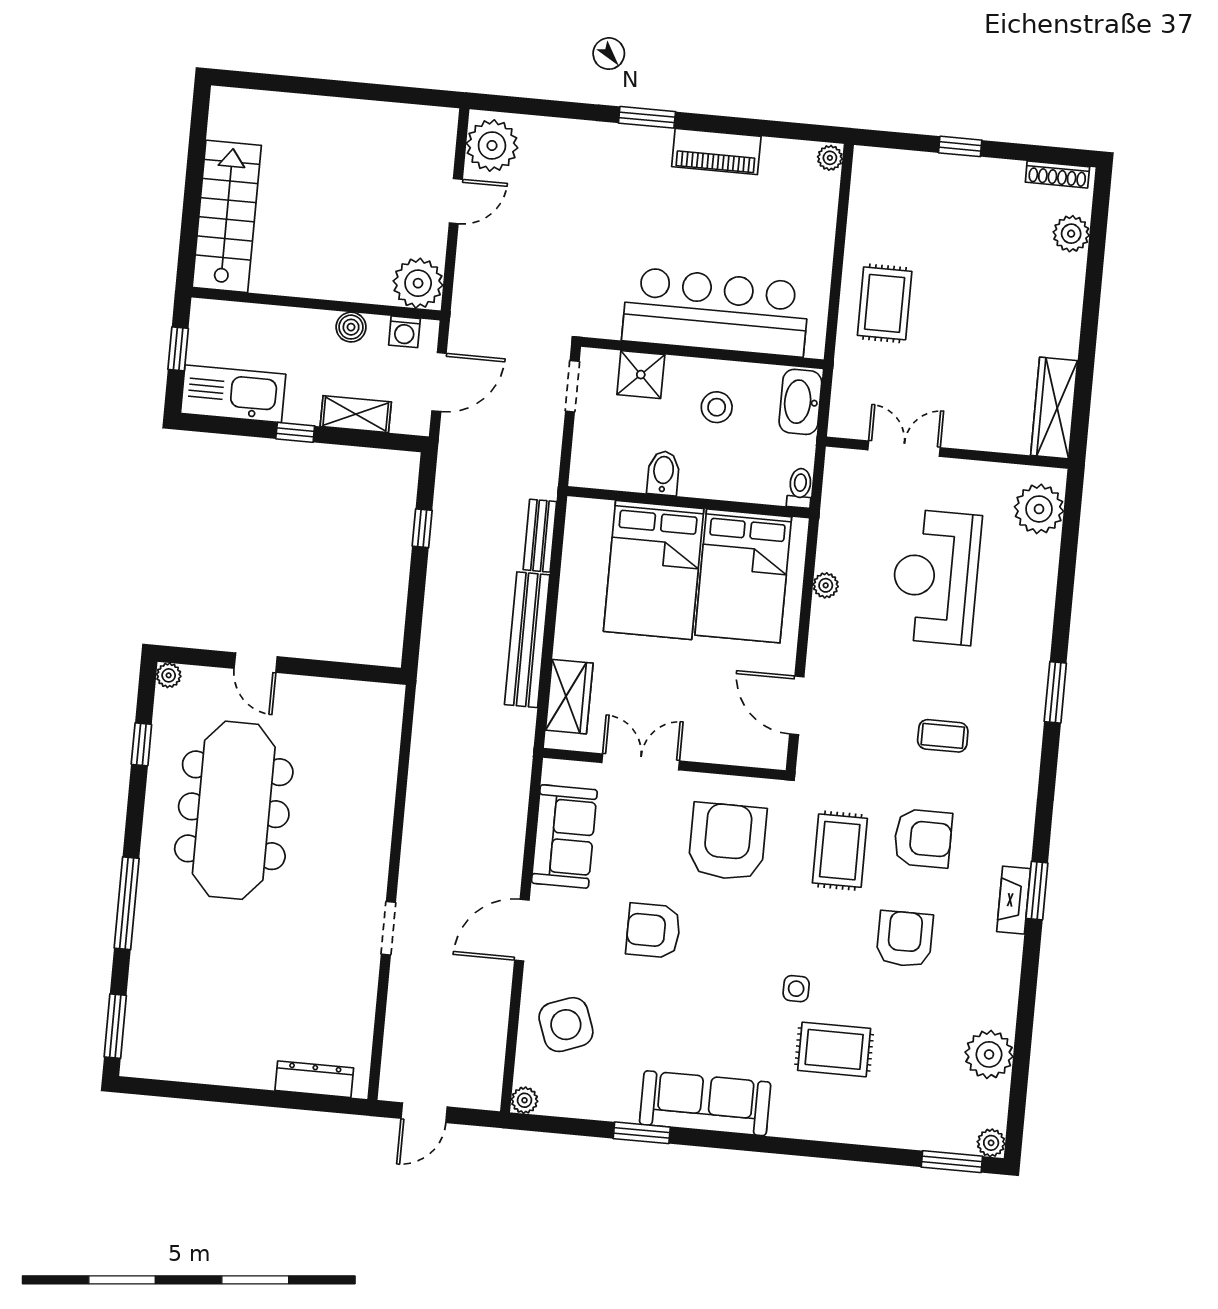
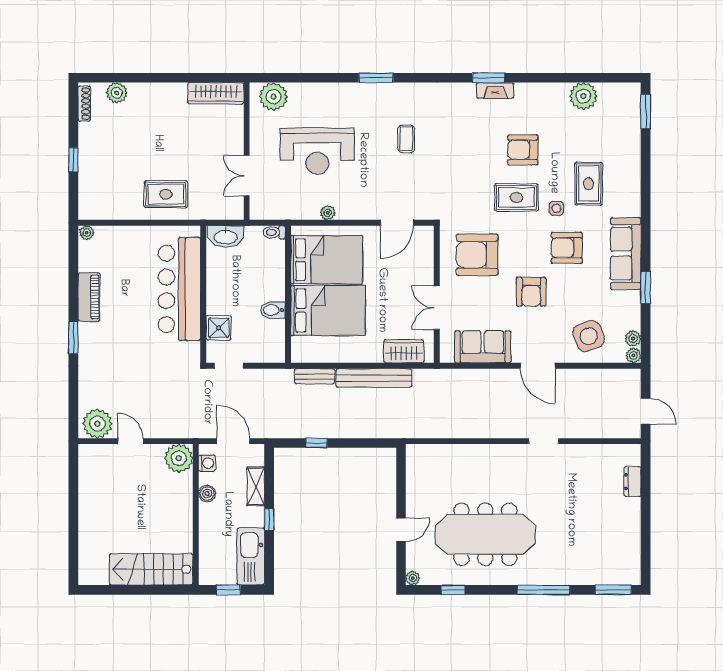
stool: (717, 407) -> (233, 283), removed
armchair: (923, 838) -> (567, 248), moved, turned -90
rug: (840, 851) -> (516, 197), moved
dresser: (314, 1079) -> (633, 482), width x0.70
plant: (991, 1143) -> (633, 338), moved

